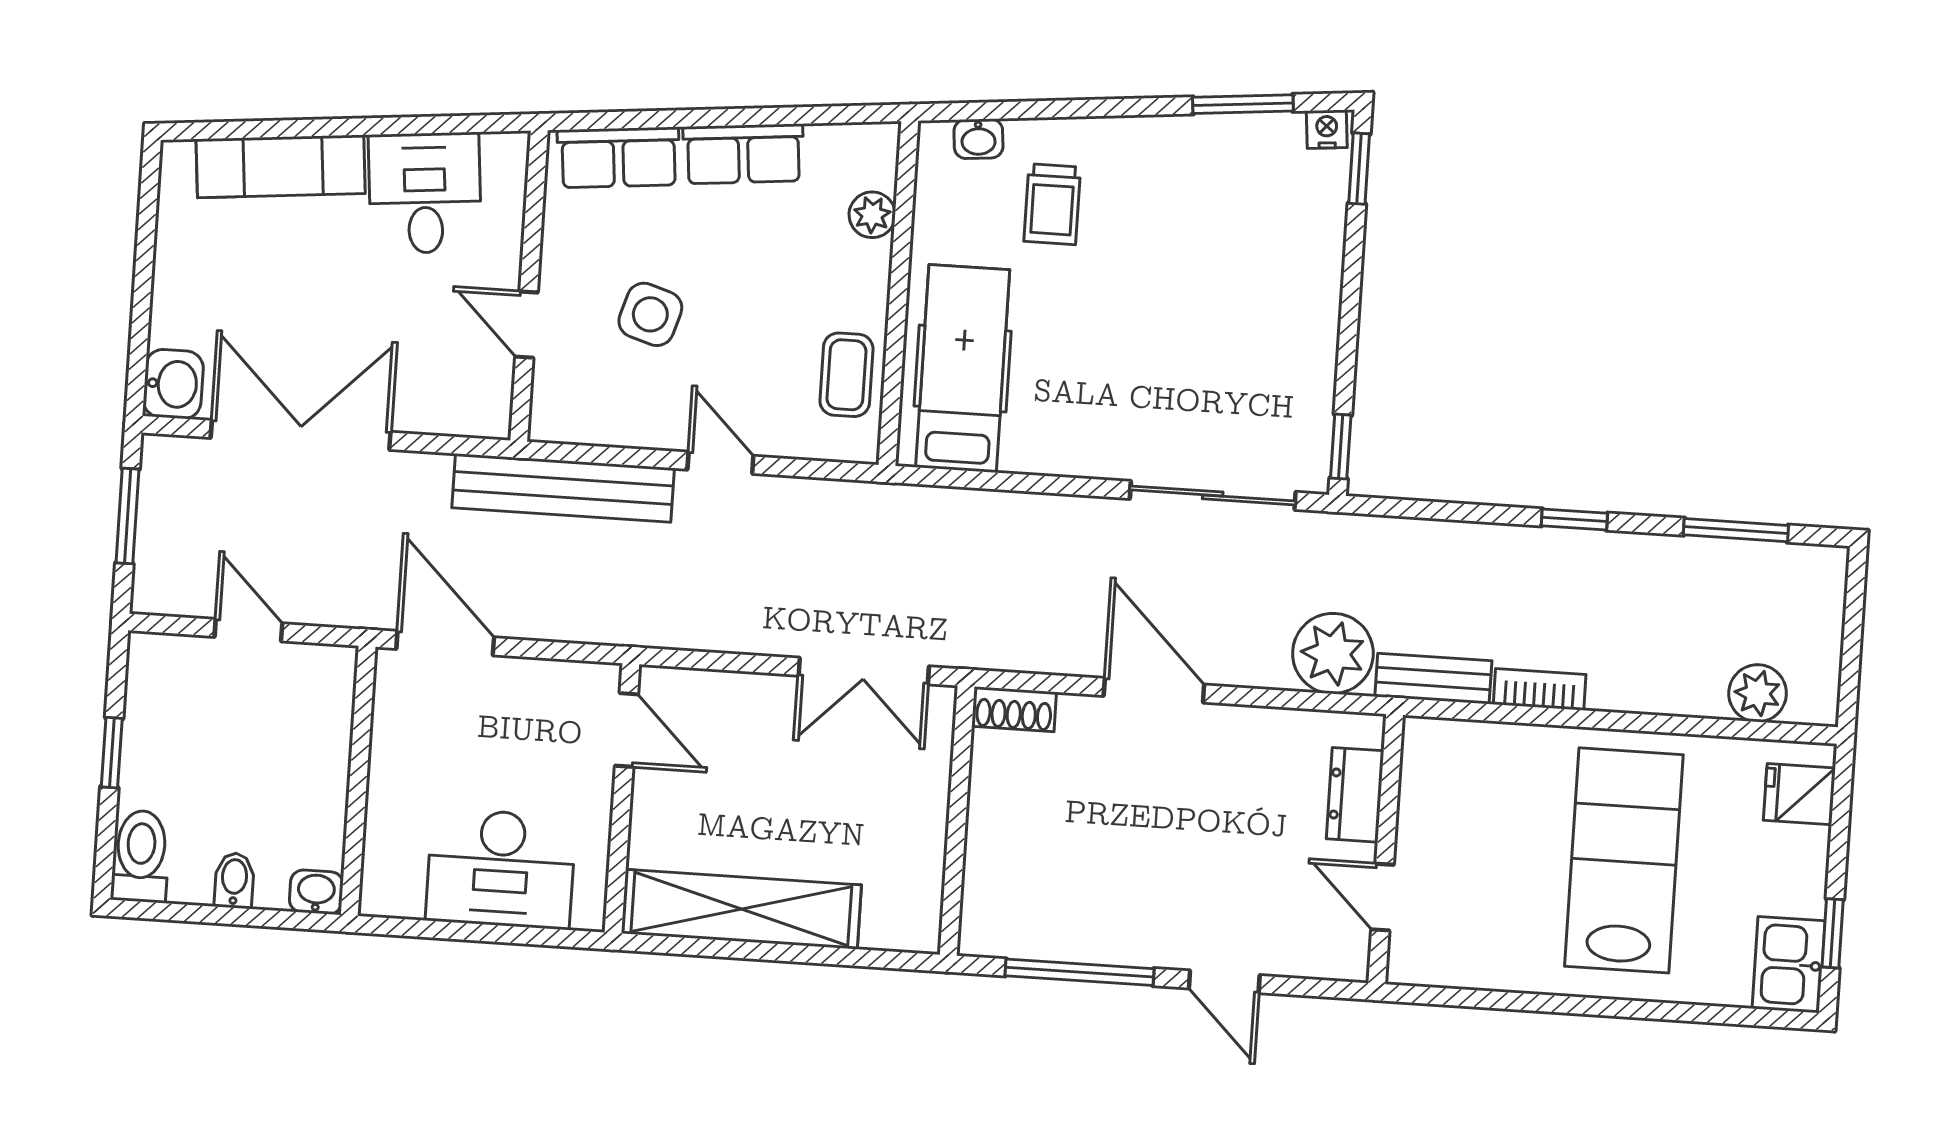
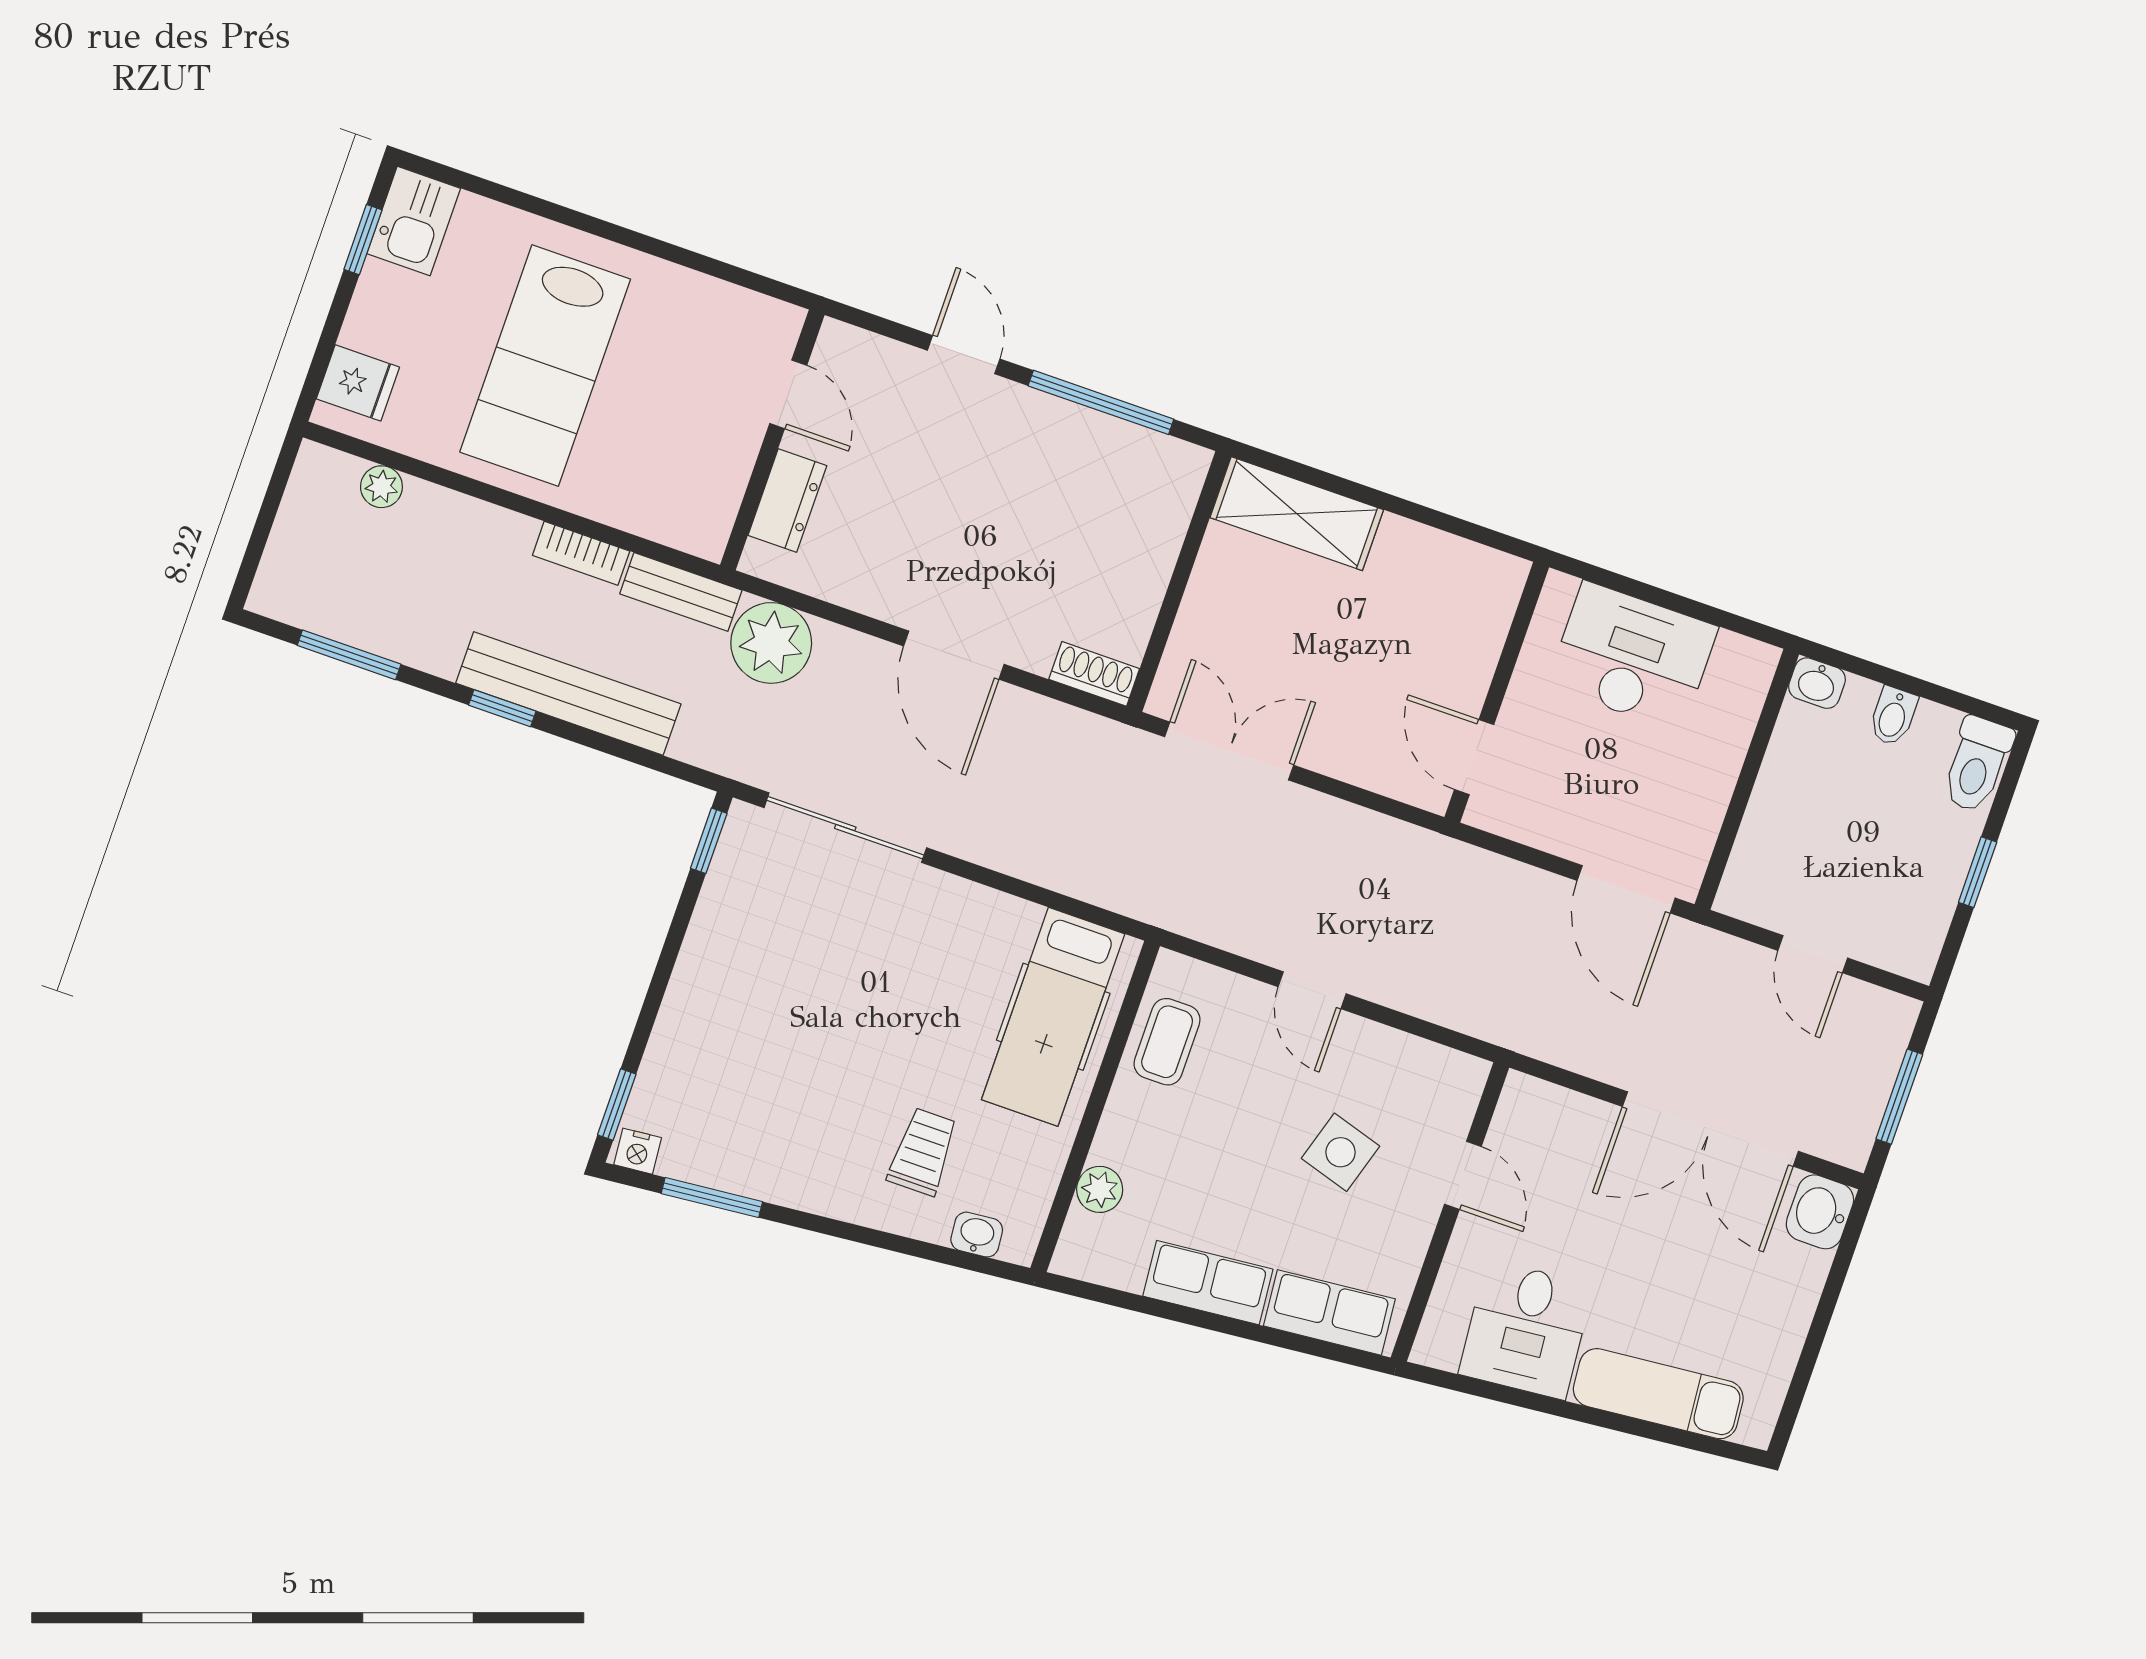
bench: (563, 488) -> (568, 693), moved
plant: (1758, 693) -> (381, 487), width x0.73, depth x0.73
shelving: (741, 909) -> (1297, 514), moved, width x0.68

